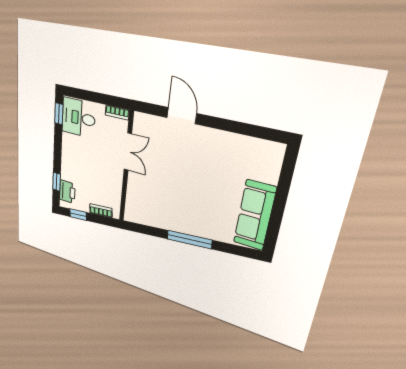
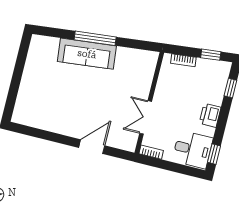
door: (182, 116) -> (92, 147), swing flipped
printer: (67, 192) -> (210, 115), moved
sofa: (255, 215) -> (87, 54), moved, turned 84

